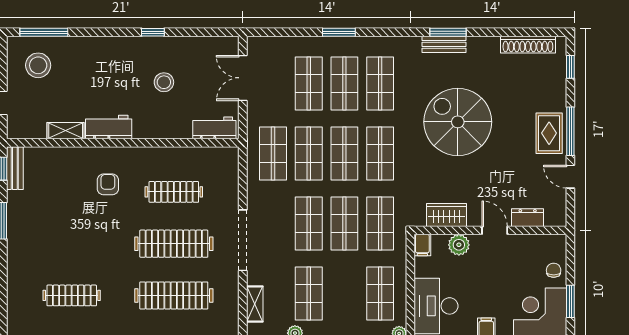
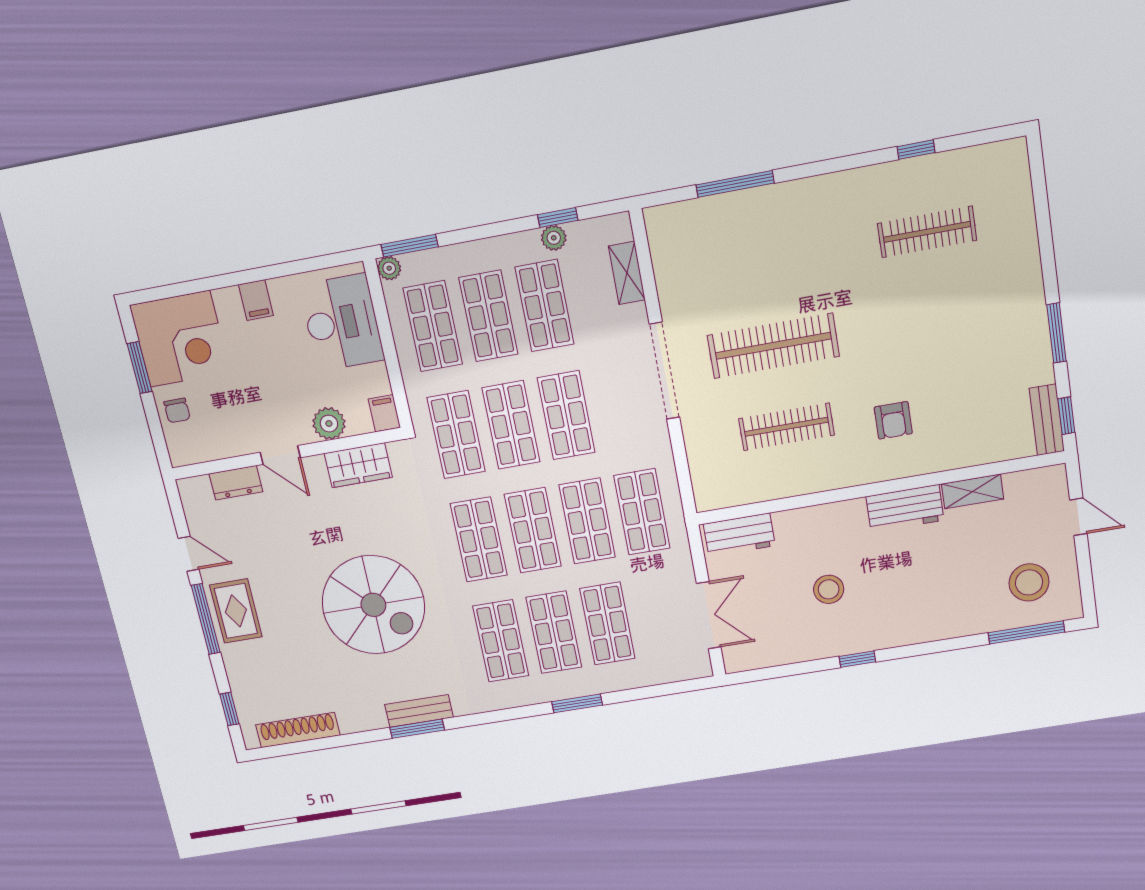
shop shelf: (344, 293) -> (488, 316), added
clothes rail: (174, 295) -> (760, 263), removed

